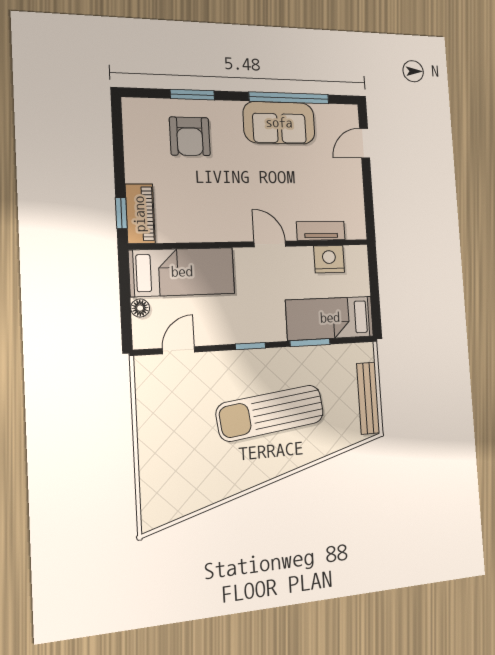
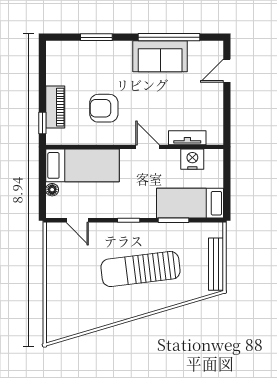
armchair: (190, 136) -> (104, 108), moved, turned 90
piano: (140, 214) -> (55, 107), moved
door: (179, 350) -> (77, 220), swing flipped

